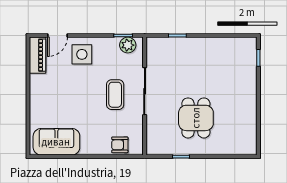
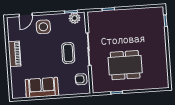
piano: (38, 55) -> (15, 54), moved
dining table: (196, 118) -> (125, 65), width x1.38
sofa: (56, 142) -> (42, 87), moved
armchair: (120, 145) -> (81, 79), moved

